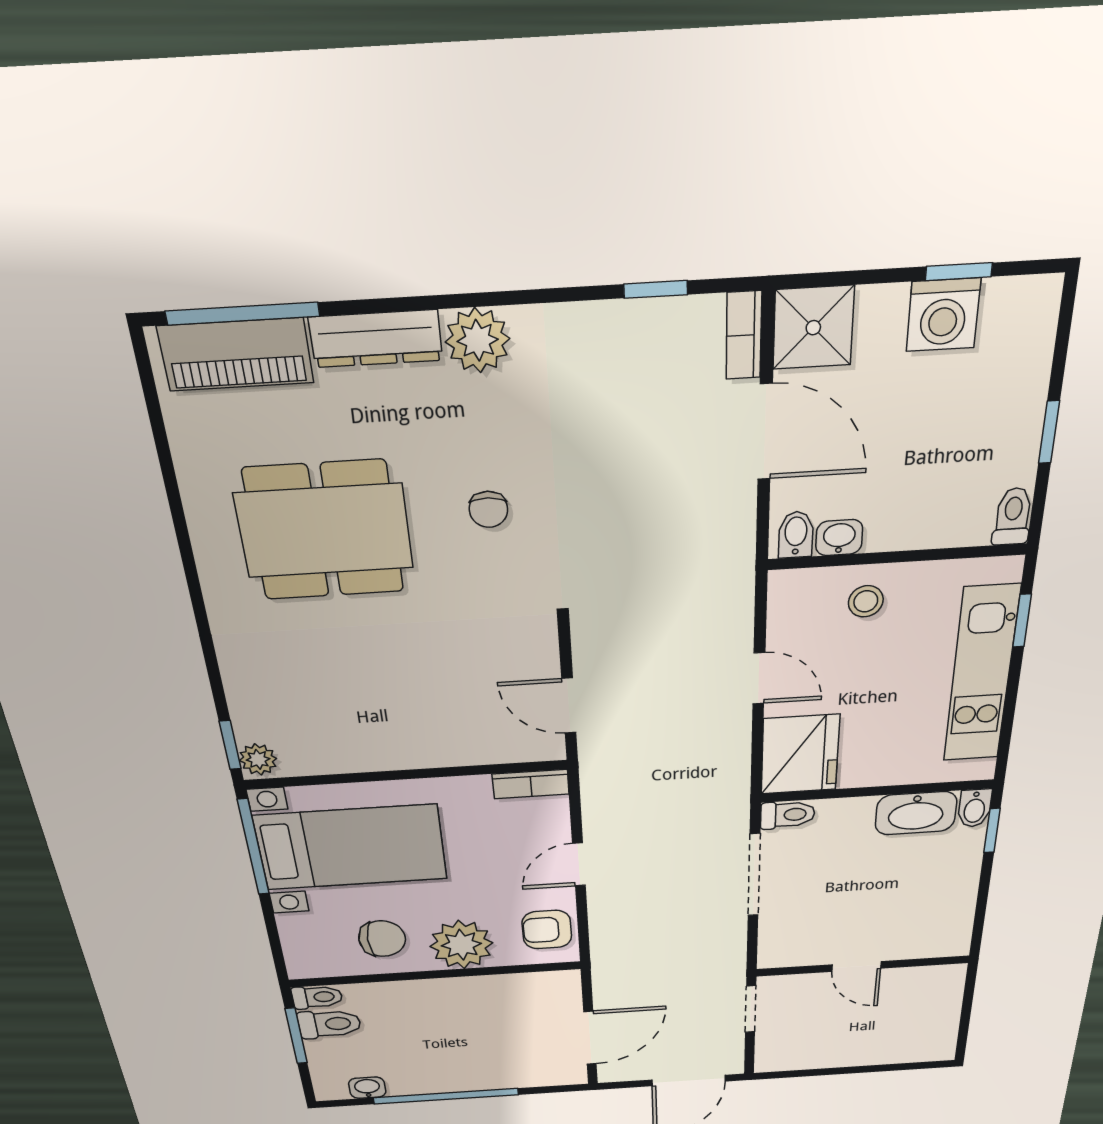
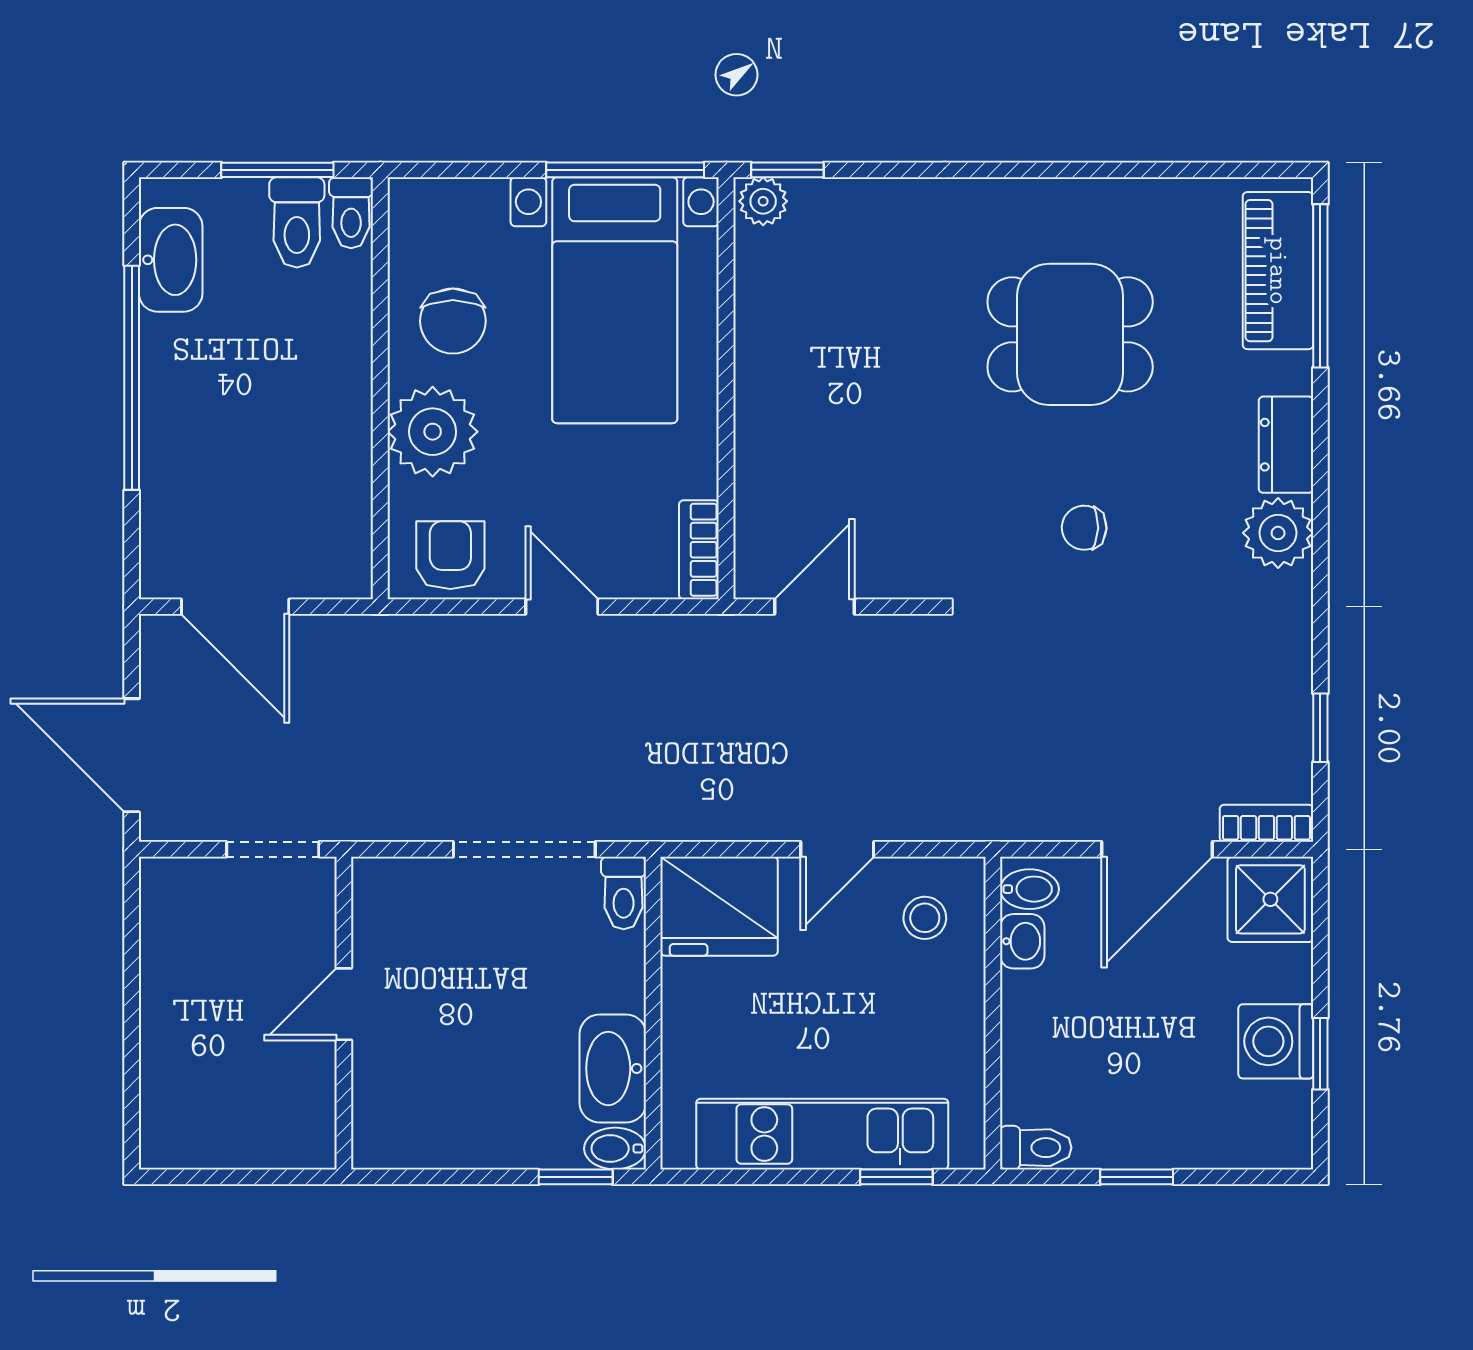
dresser: (376, 339) -> (1286, 445), width x0.70
dining table: (324, 531) -> (1070, 334), width x0.73
stool: (866, 601) -> (925, 918), moved
washbasin: (367, 1088) -> (171, 260), width x1.91, depth x1.45

